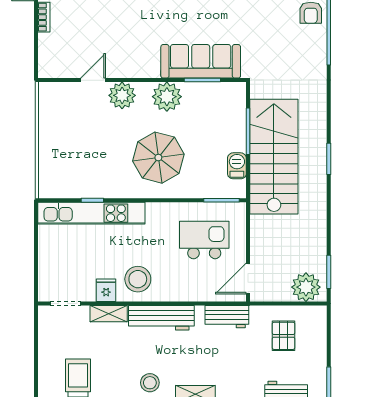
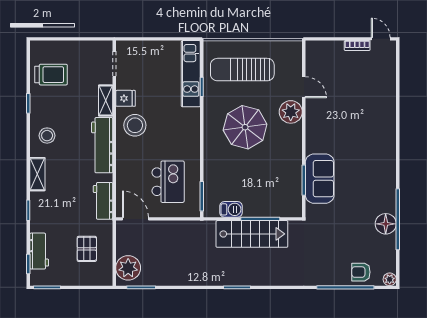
sofa: (201, 61) -> (320, 179), width x0.73
plant: (167, 97) -> (290, 150), removed
sun lounger: (72, 153) -> (242, 70), added
stairs: (274, 157) -> (252, 234), width x0.73, depth x0.66
parasol: (158, 158) -> (245, 127), moved
kitchen unit: (91, 213) -> (191, 74), width x0.73
pallet: (283, 336) -> (87, 249), turned 90

